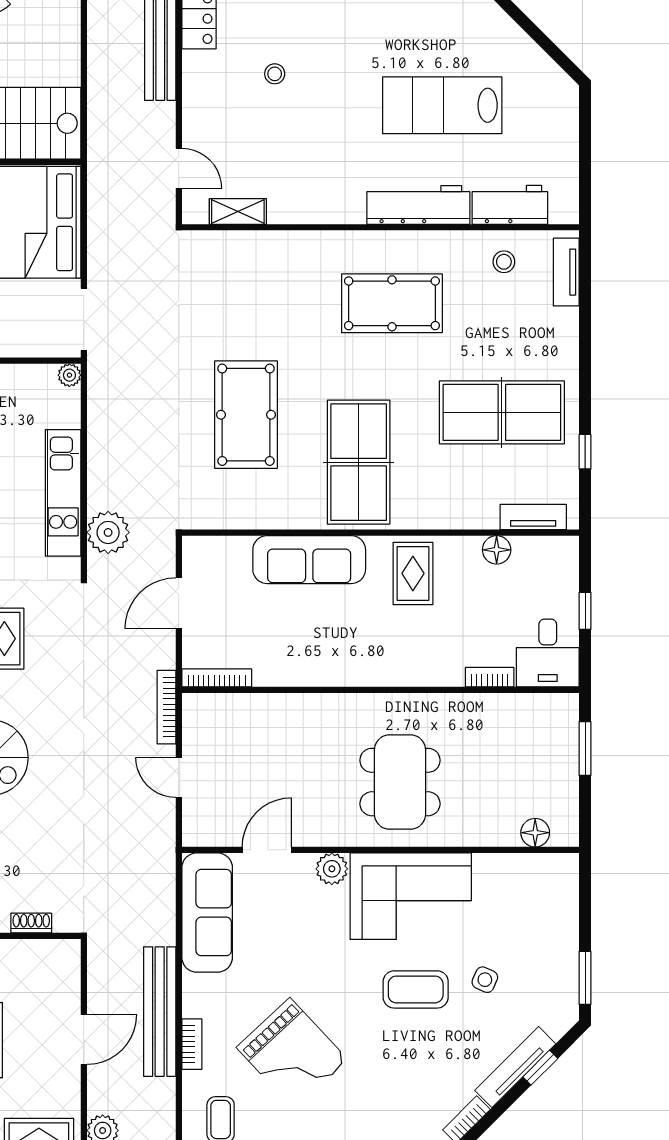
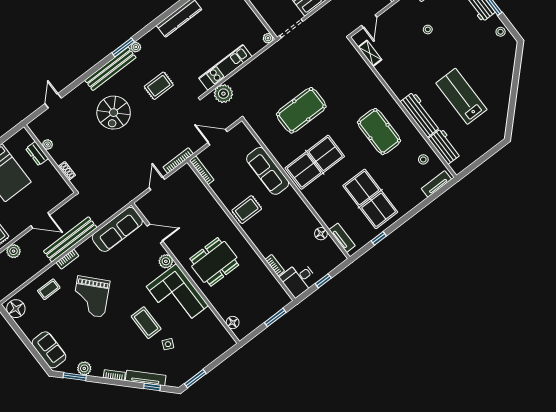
rug: (413, 573) -> (247, 210), moved

